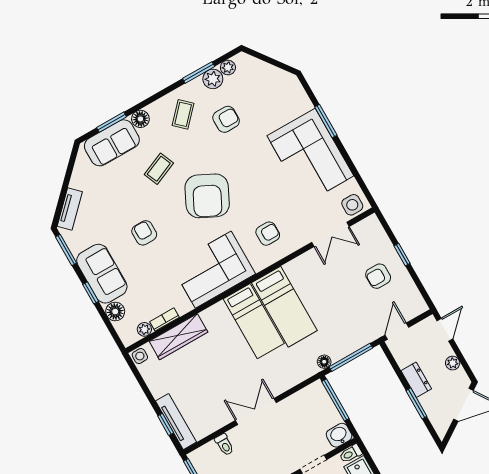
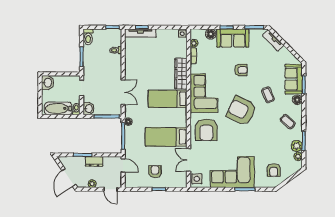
armchair: (226, 119) -> (274, 170), moved
armchair: (268, 234) -> (206, 130), width x1.88, depth x1.88
bed: (284, 307) -> (166, 137), moved
wardrobe: (178, 337) -> (181, 74), moved
double door: (256, 412) -> (123, 92), moved

